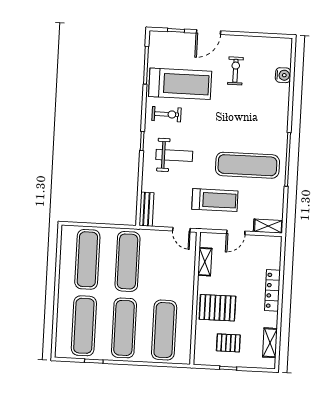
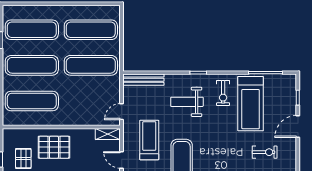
door: (209, 32) -> (298, 126), hinge flipped
weight bench: (174, 155) -> (187, 102), turned 90
treadmill: (215, 200) -> (149, 140), turned 180
bench: (146, 209) -> (143, 80), width x1.36
shelving: (205, 262) -> (108, 134), moved
pallet: (217, 308) -> (54, 147), turned 90

